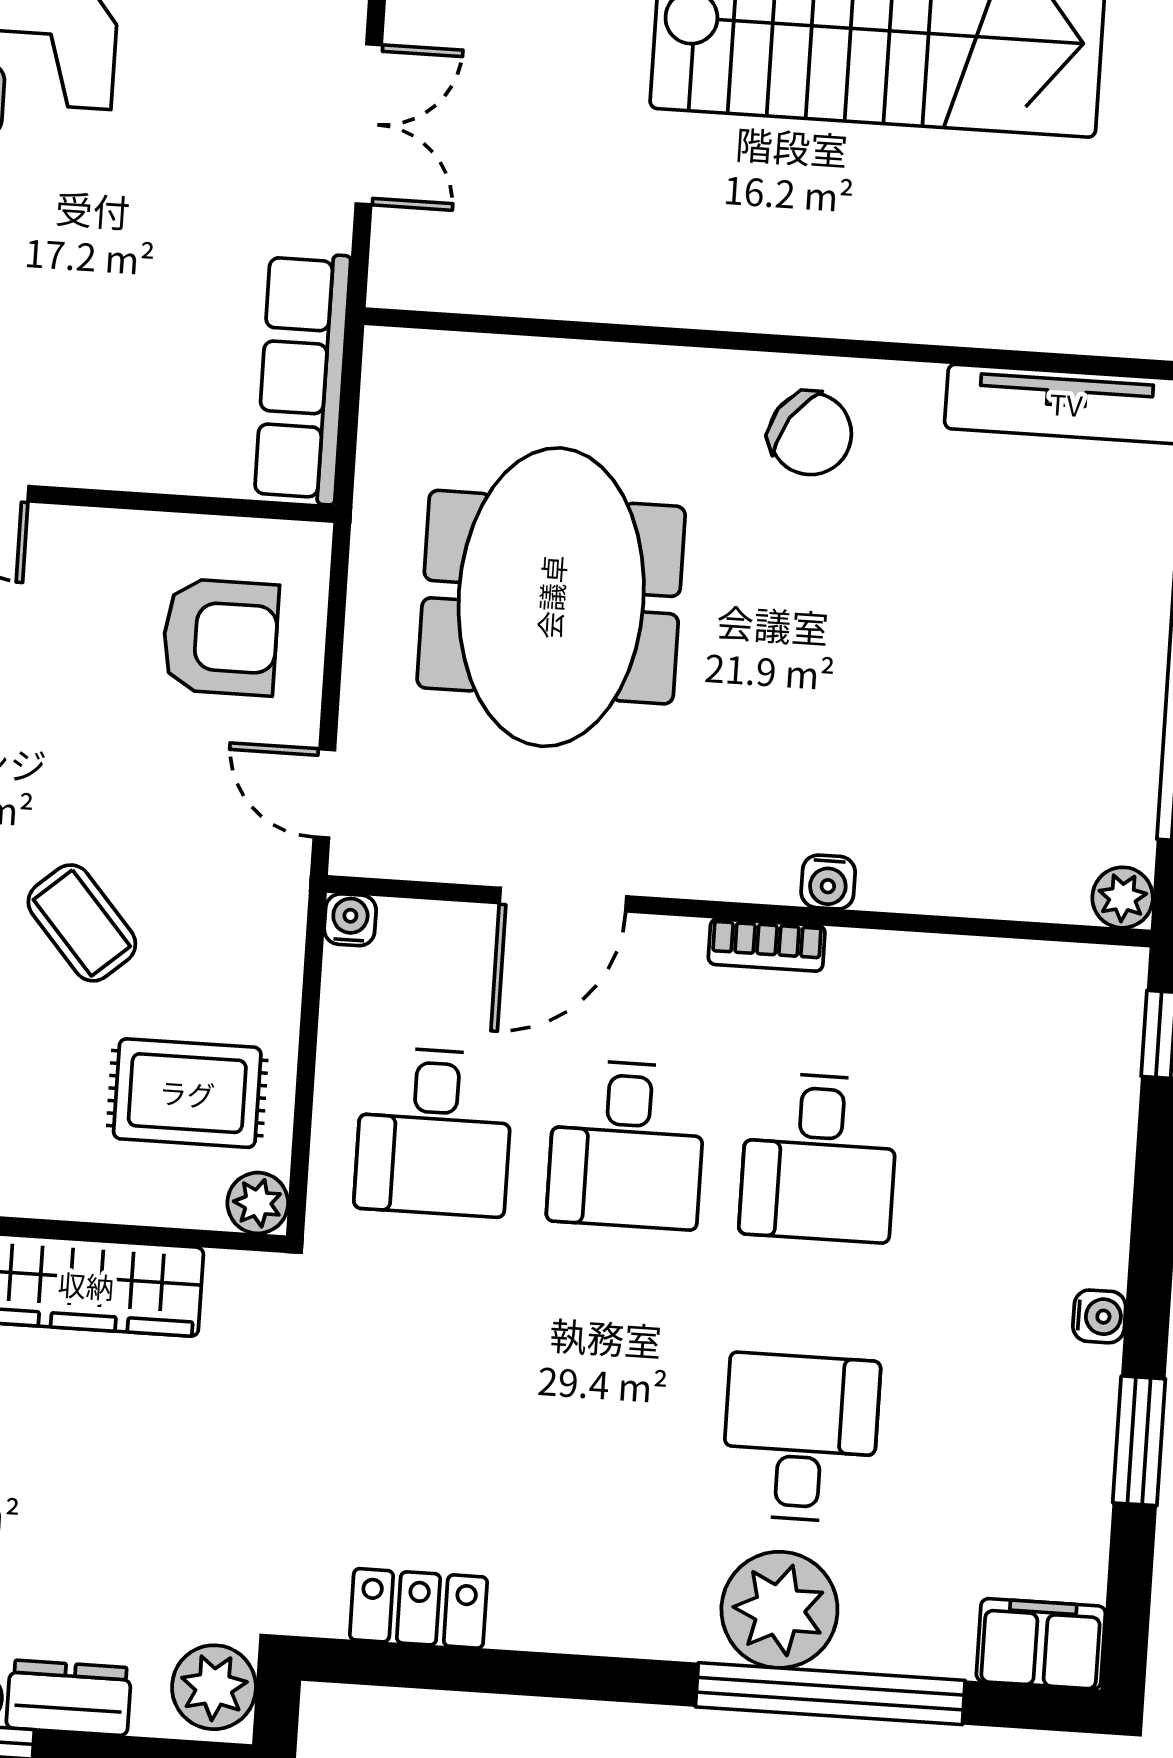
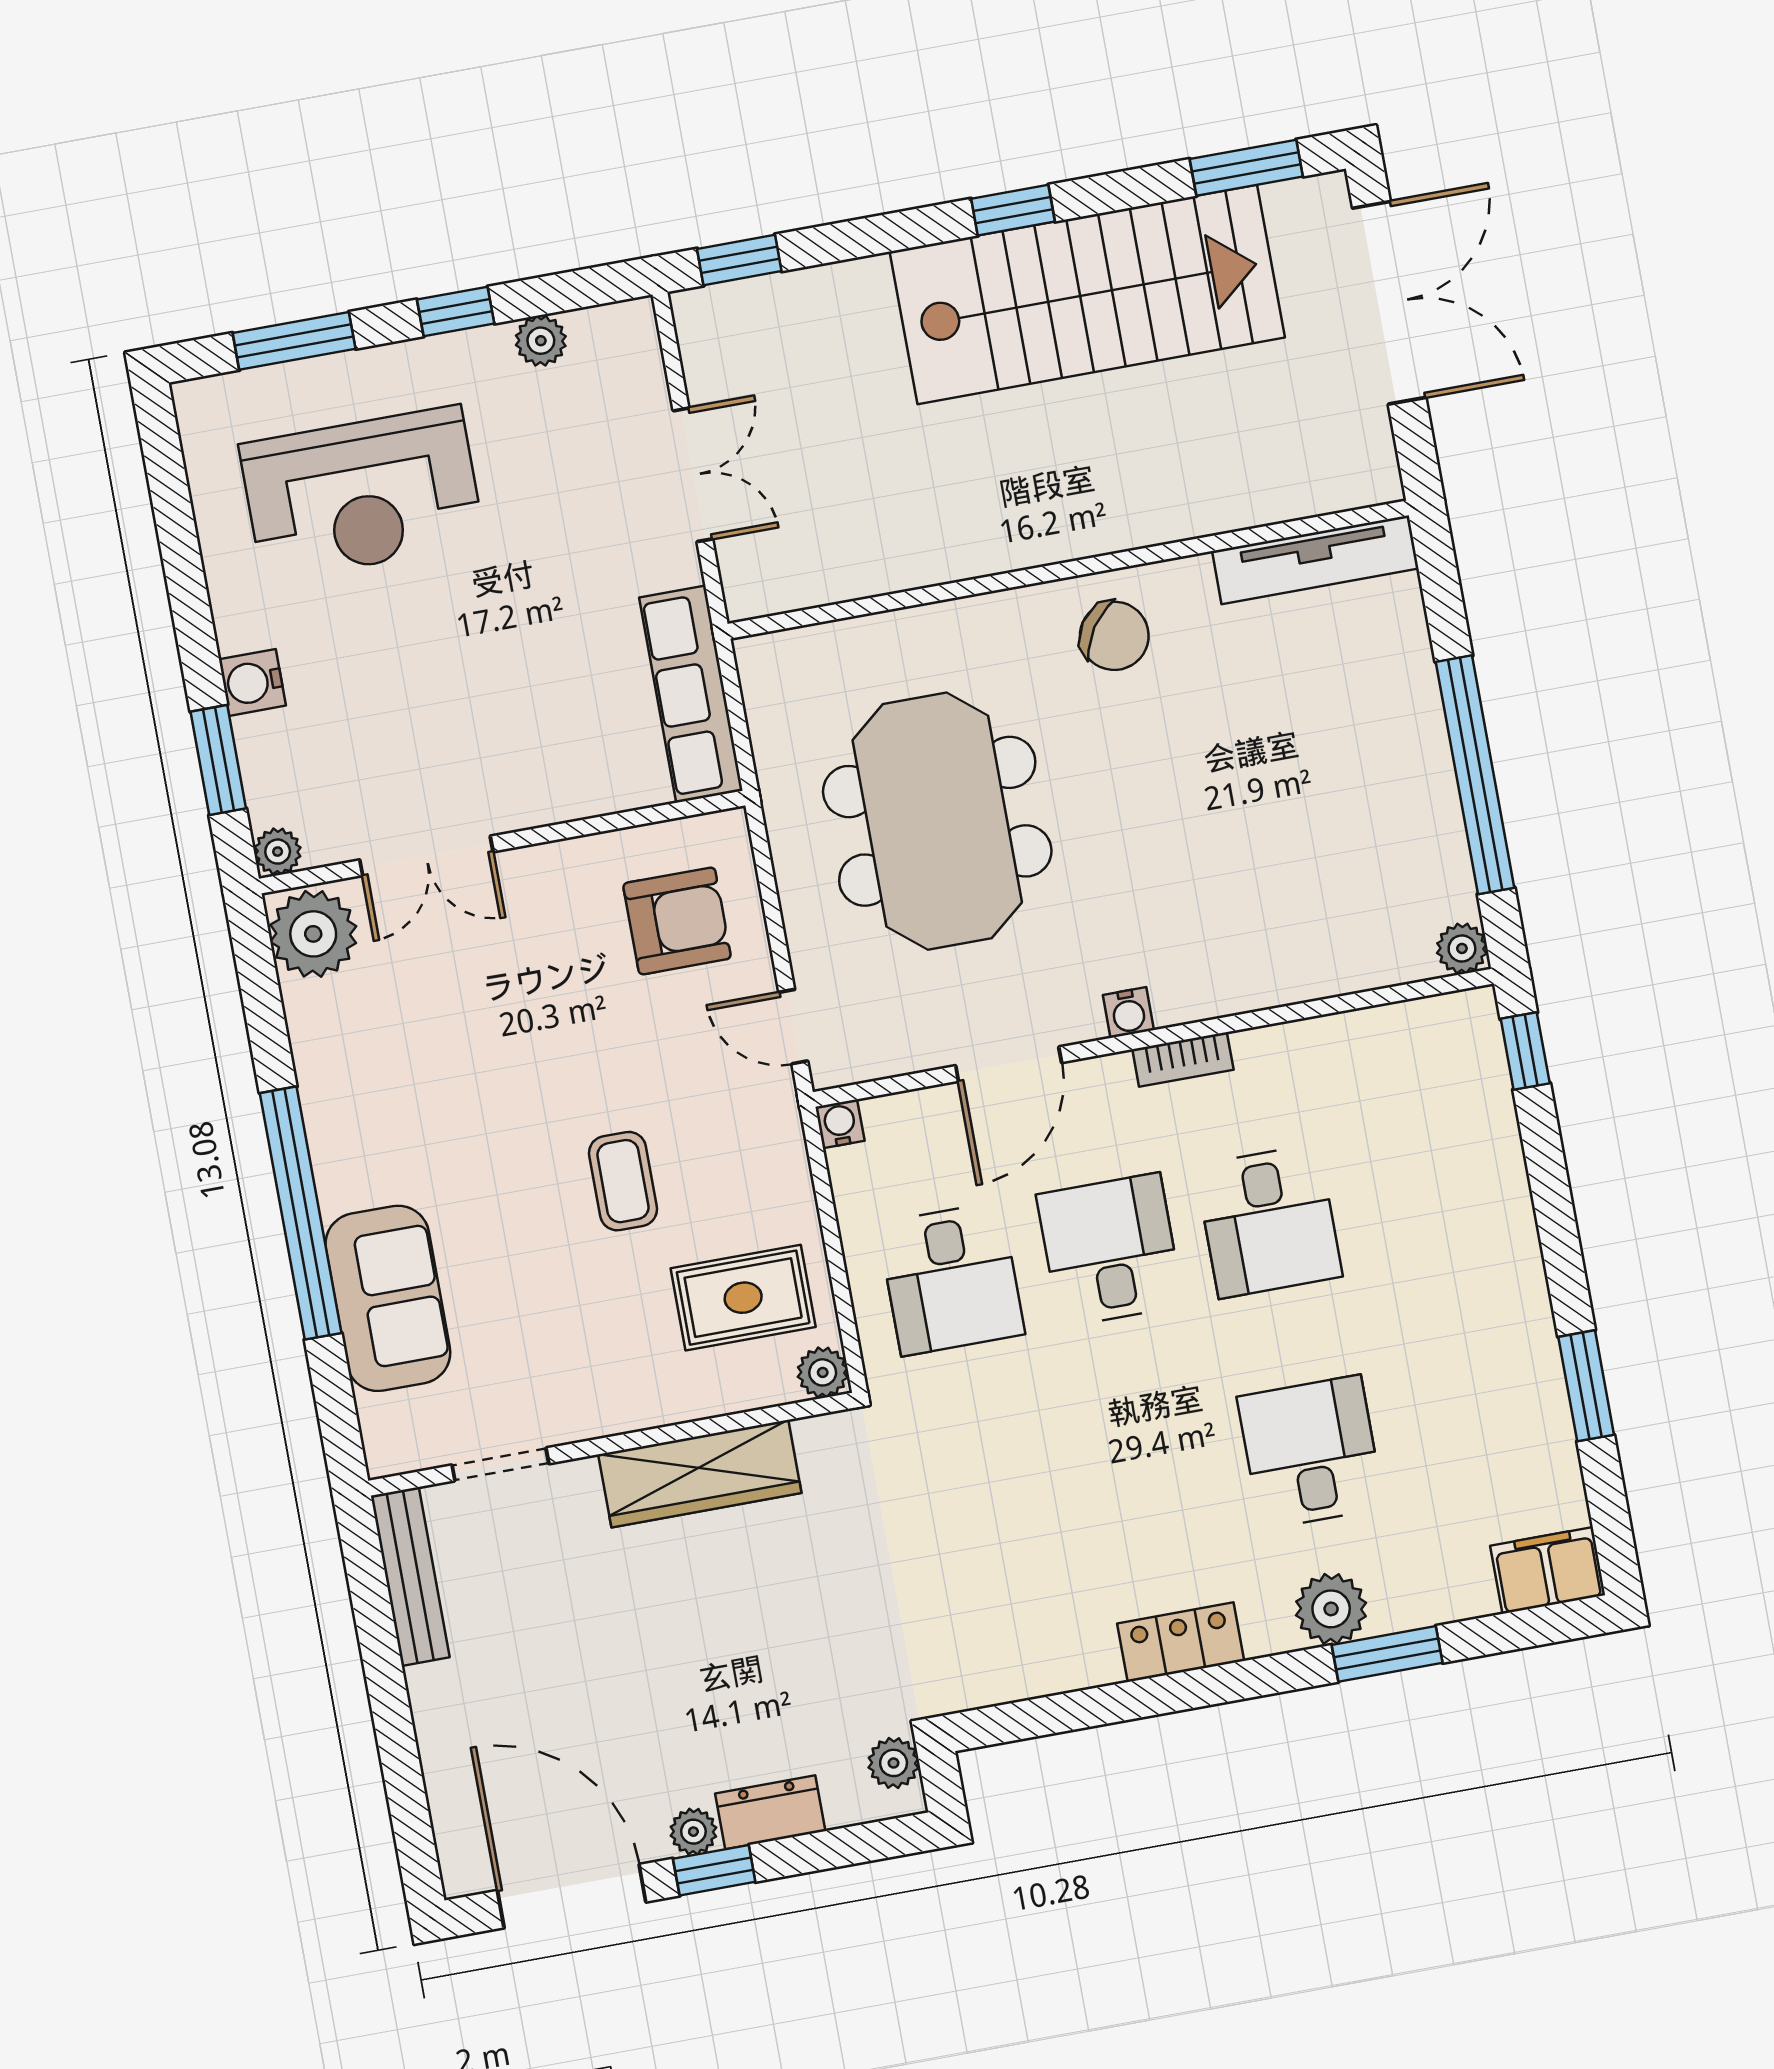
water cooler: (828, 882) -> (1128, 1013), moved
coffee table: (82, 923) -> (623, 1181), turned 41
desk: (627, 1145) -> (1110, 1250), turned 180
water cooler: (1099, 1316) -> (1528, 1293), removed
locker: (418, 1608) -> (1181, 1642), moved
plant: (779, 1610) -> (1331, 1609), width x0.73, depth x0.73
plant: (214, 1687) -> (894, 1763), width x0.73, depth x0.73
window: (830, 1694) -> (1387, 1654), width x0.47

